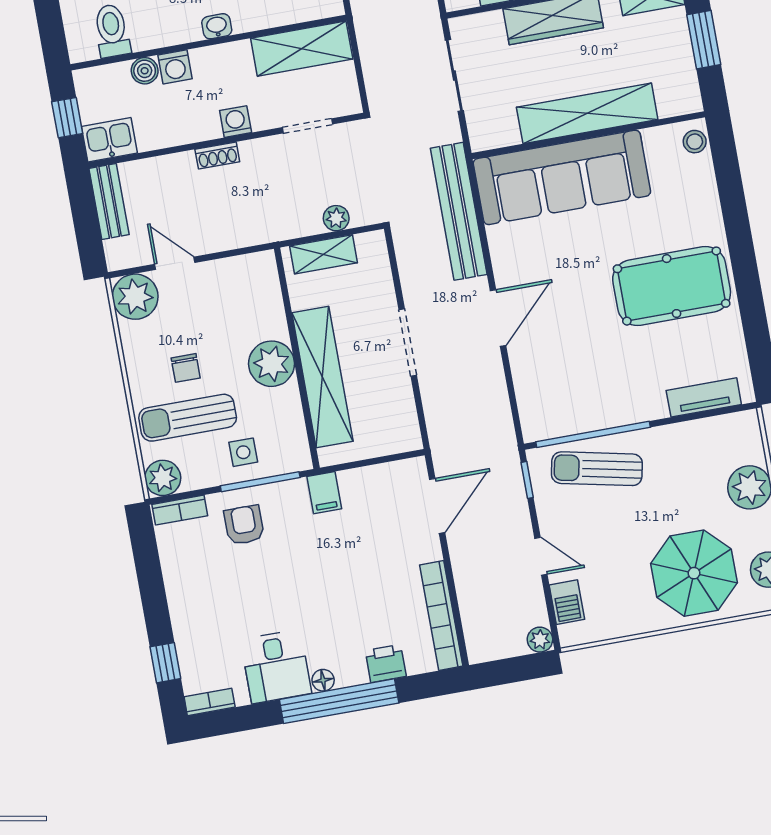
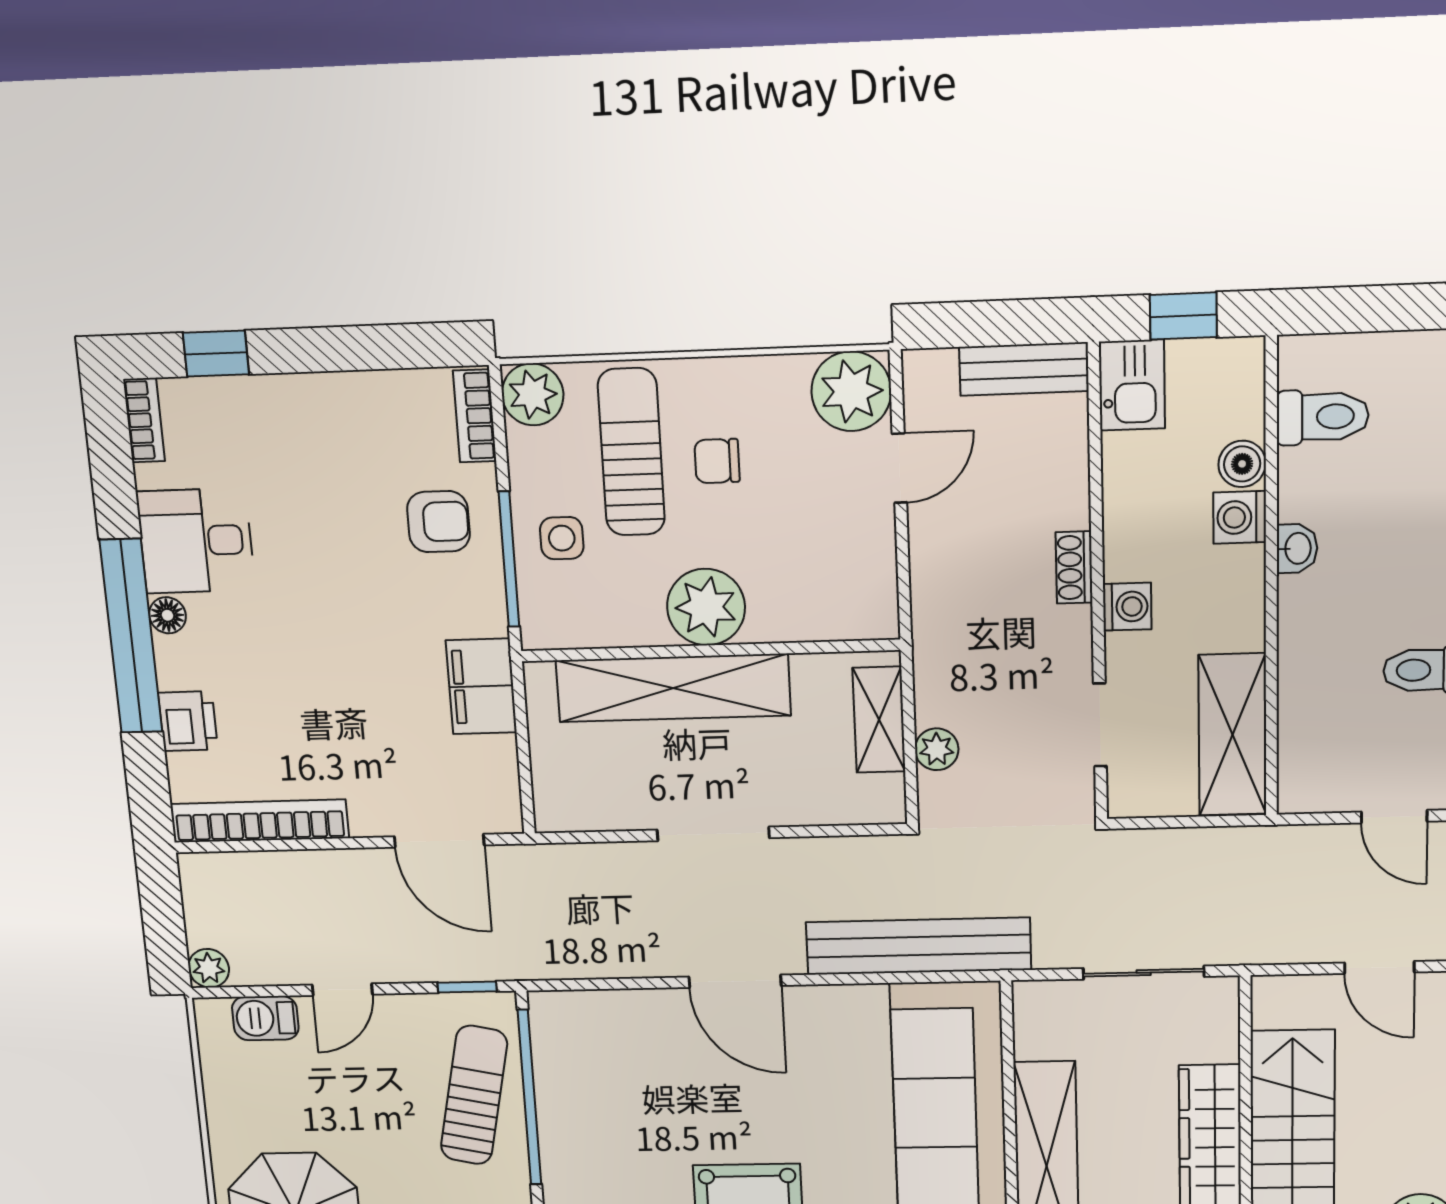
washbasin: (217, 26) -> (1297, 548), moved
filing cabinet: (324, 493) -> (481, 686), width x2.00

